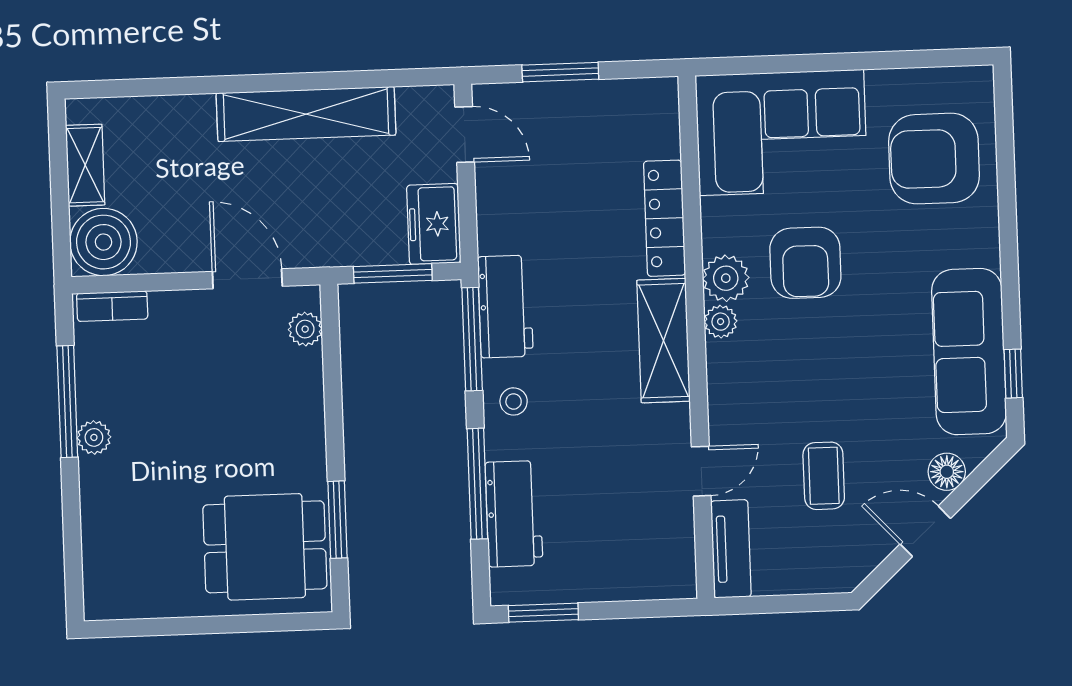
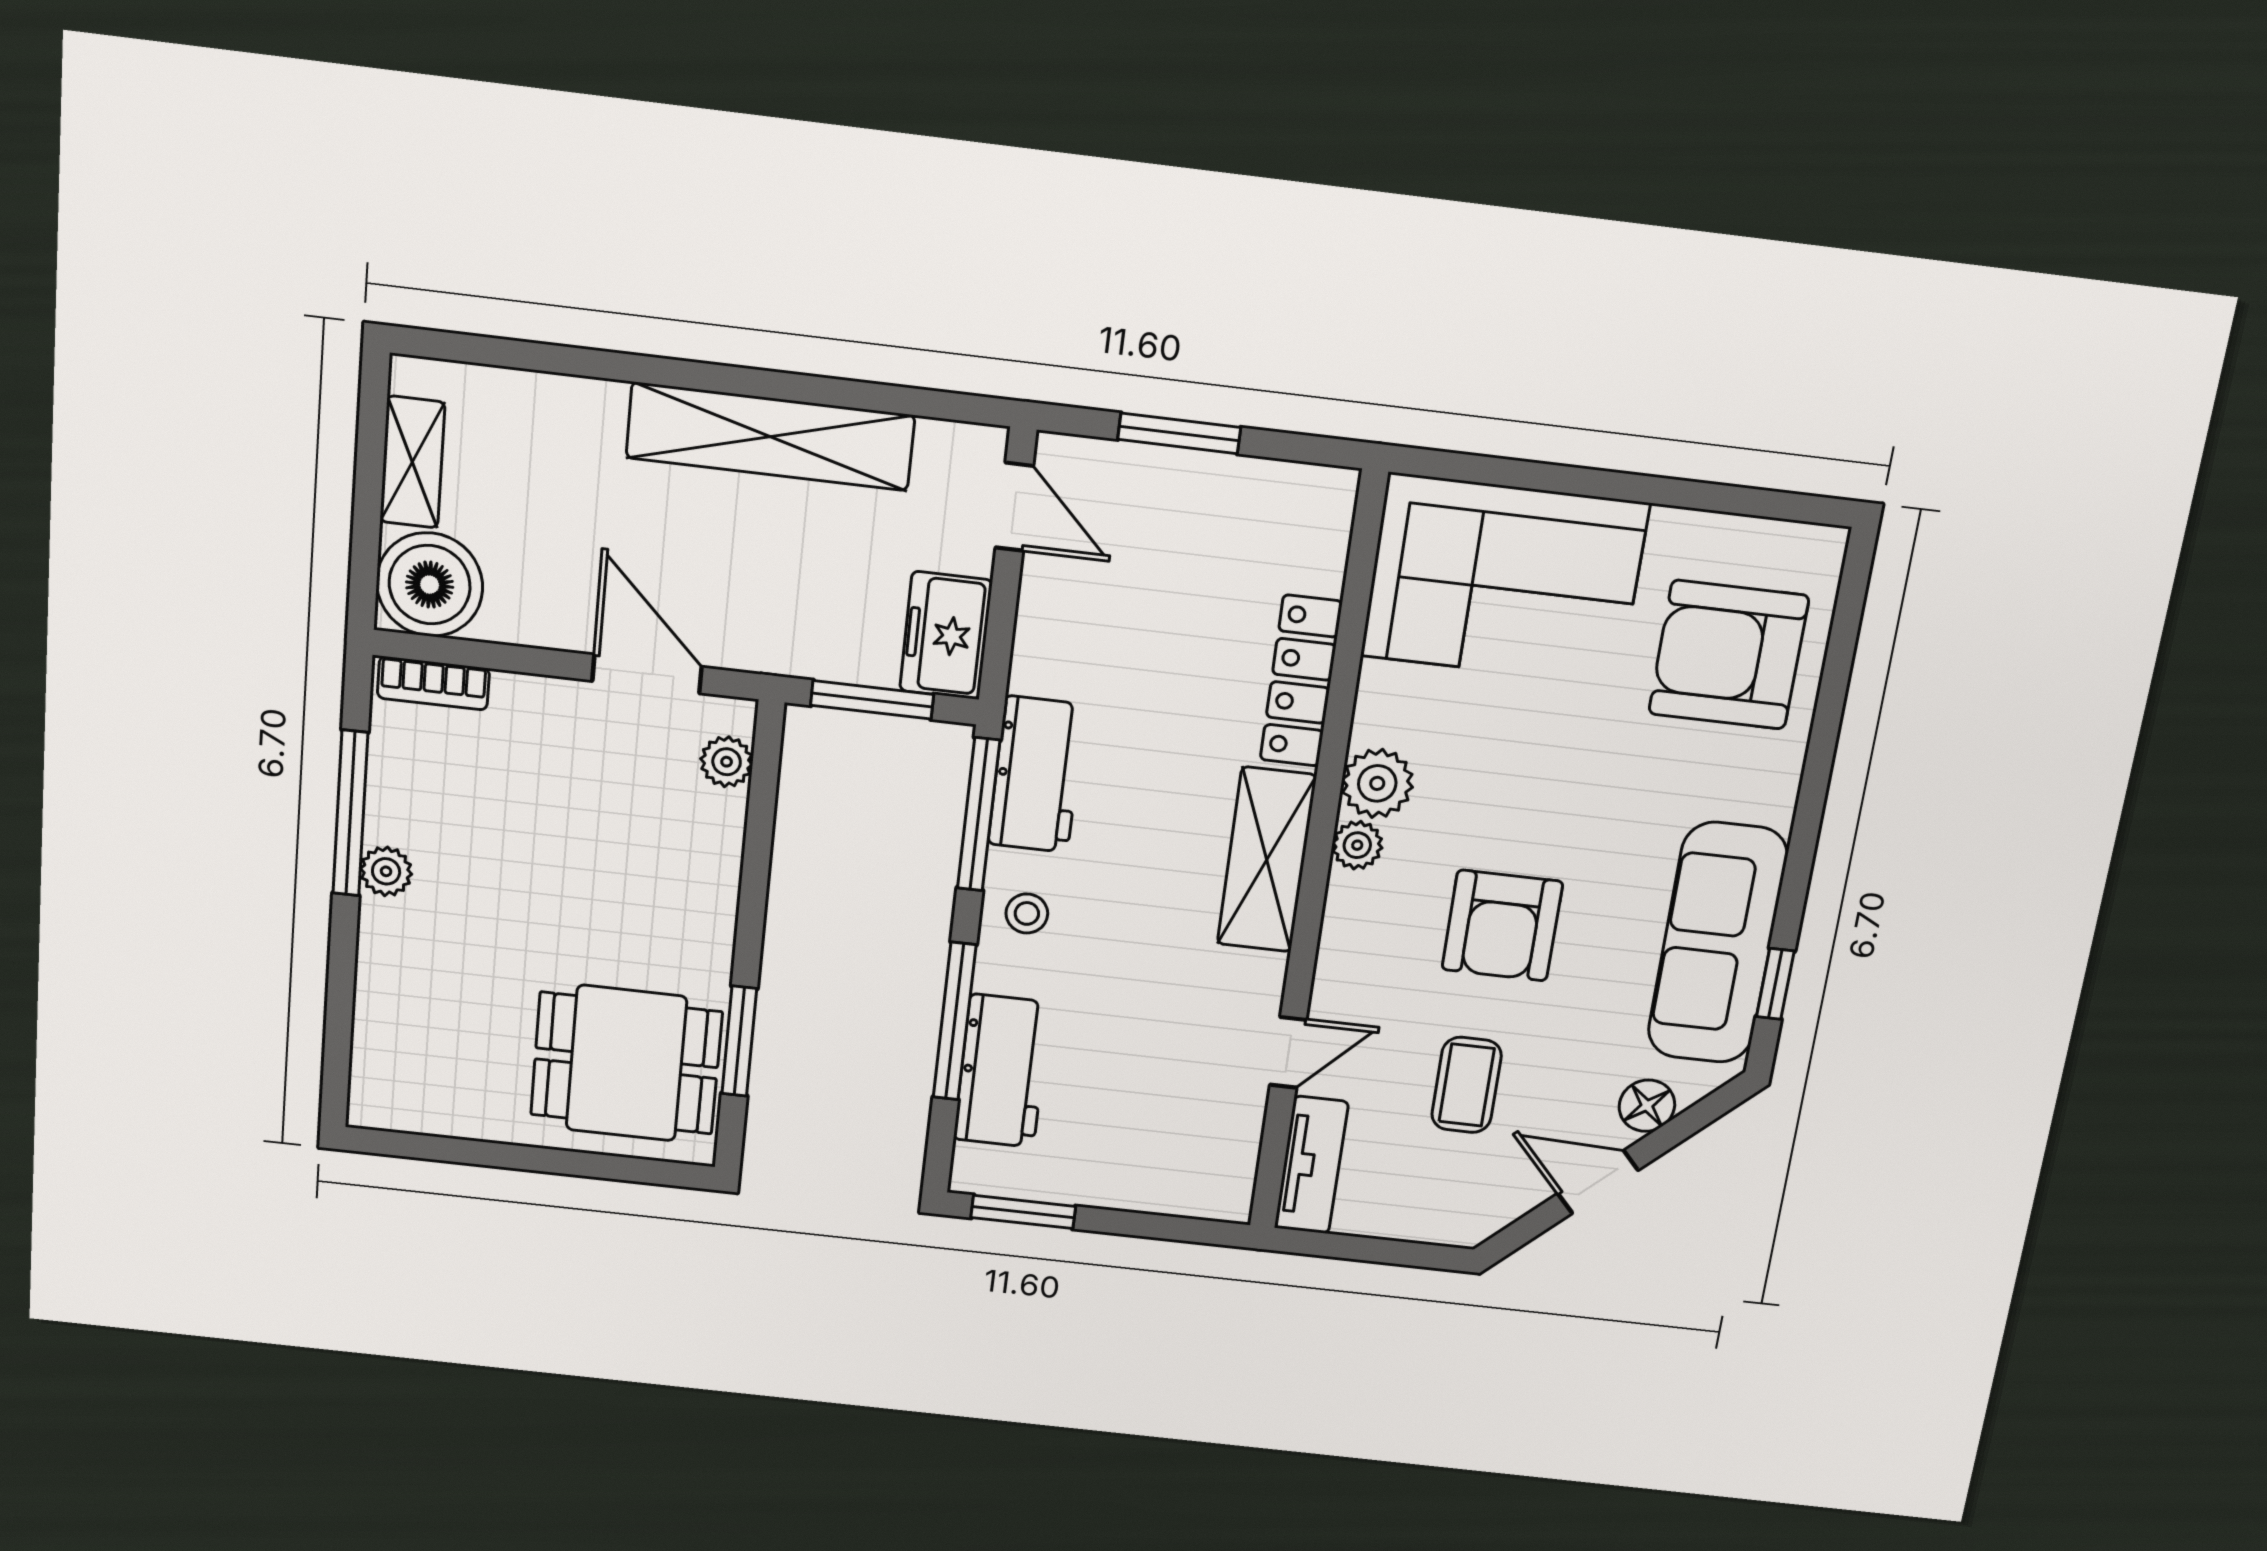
armchair: (805, 263) -> (1502, 926), moved

